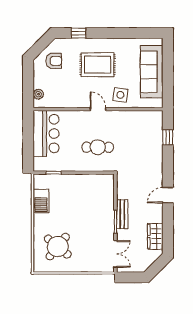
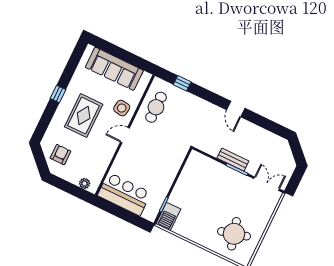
window: (79, 33) -> (58, 94), moved
cafe table: (98, 147) -> (156, 107), moved
barbecue: (41, 201) -> (168, 217), moved, turned 90
wardrobe: (155, 236) -> (268, 139), removed
round table: (58, 247) -> (234, 234), turned 36

